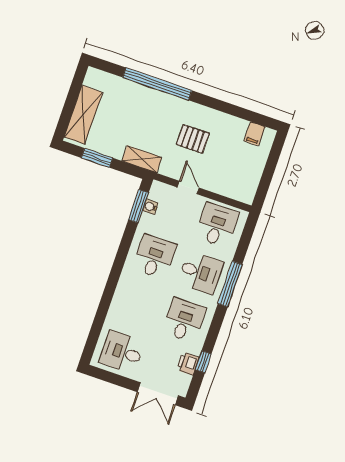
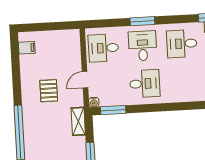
water cooler: (150, 207) -> (94, 102), moved
desk: (155, 257) -> (145, 84), turned 180
window: (230, 284) -> (142, 21), width x0.69

